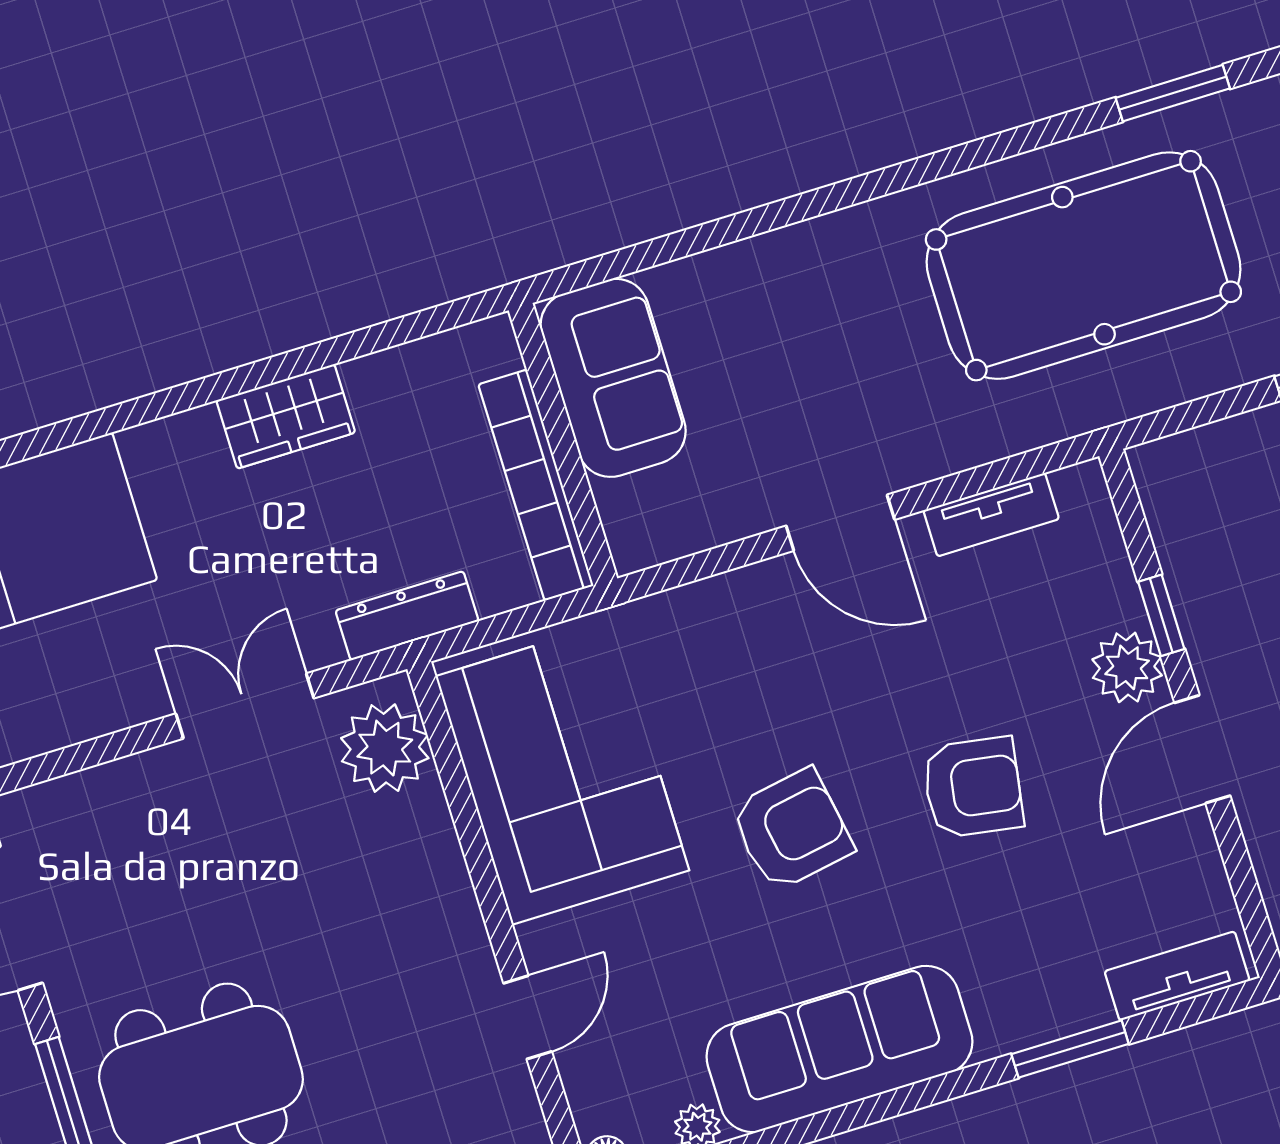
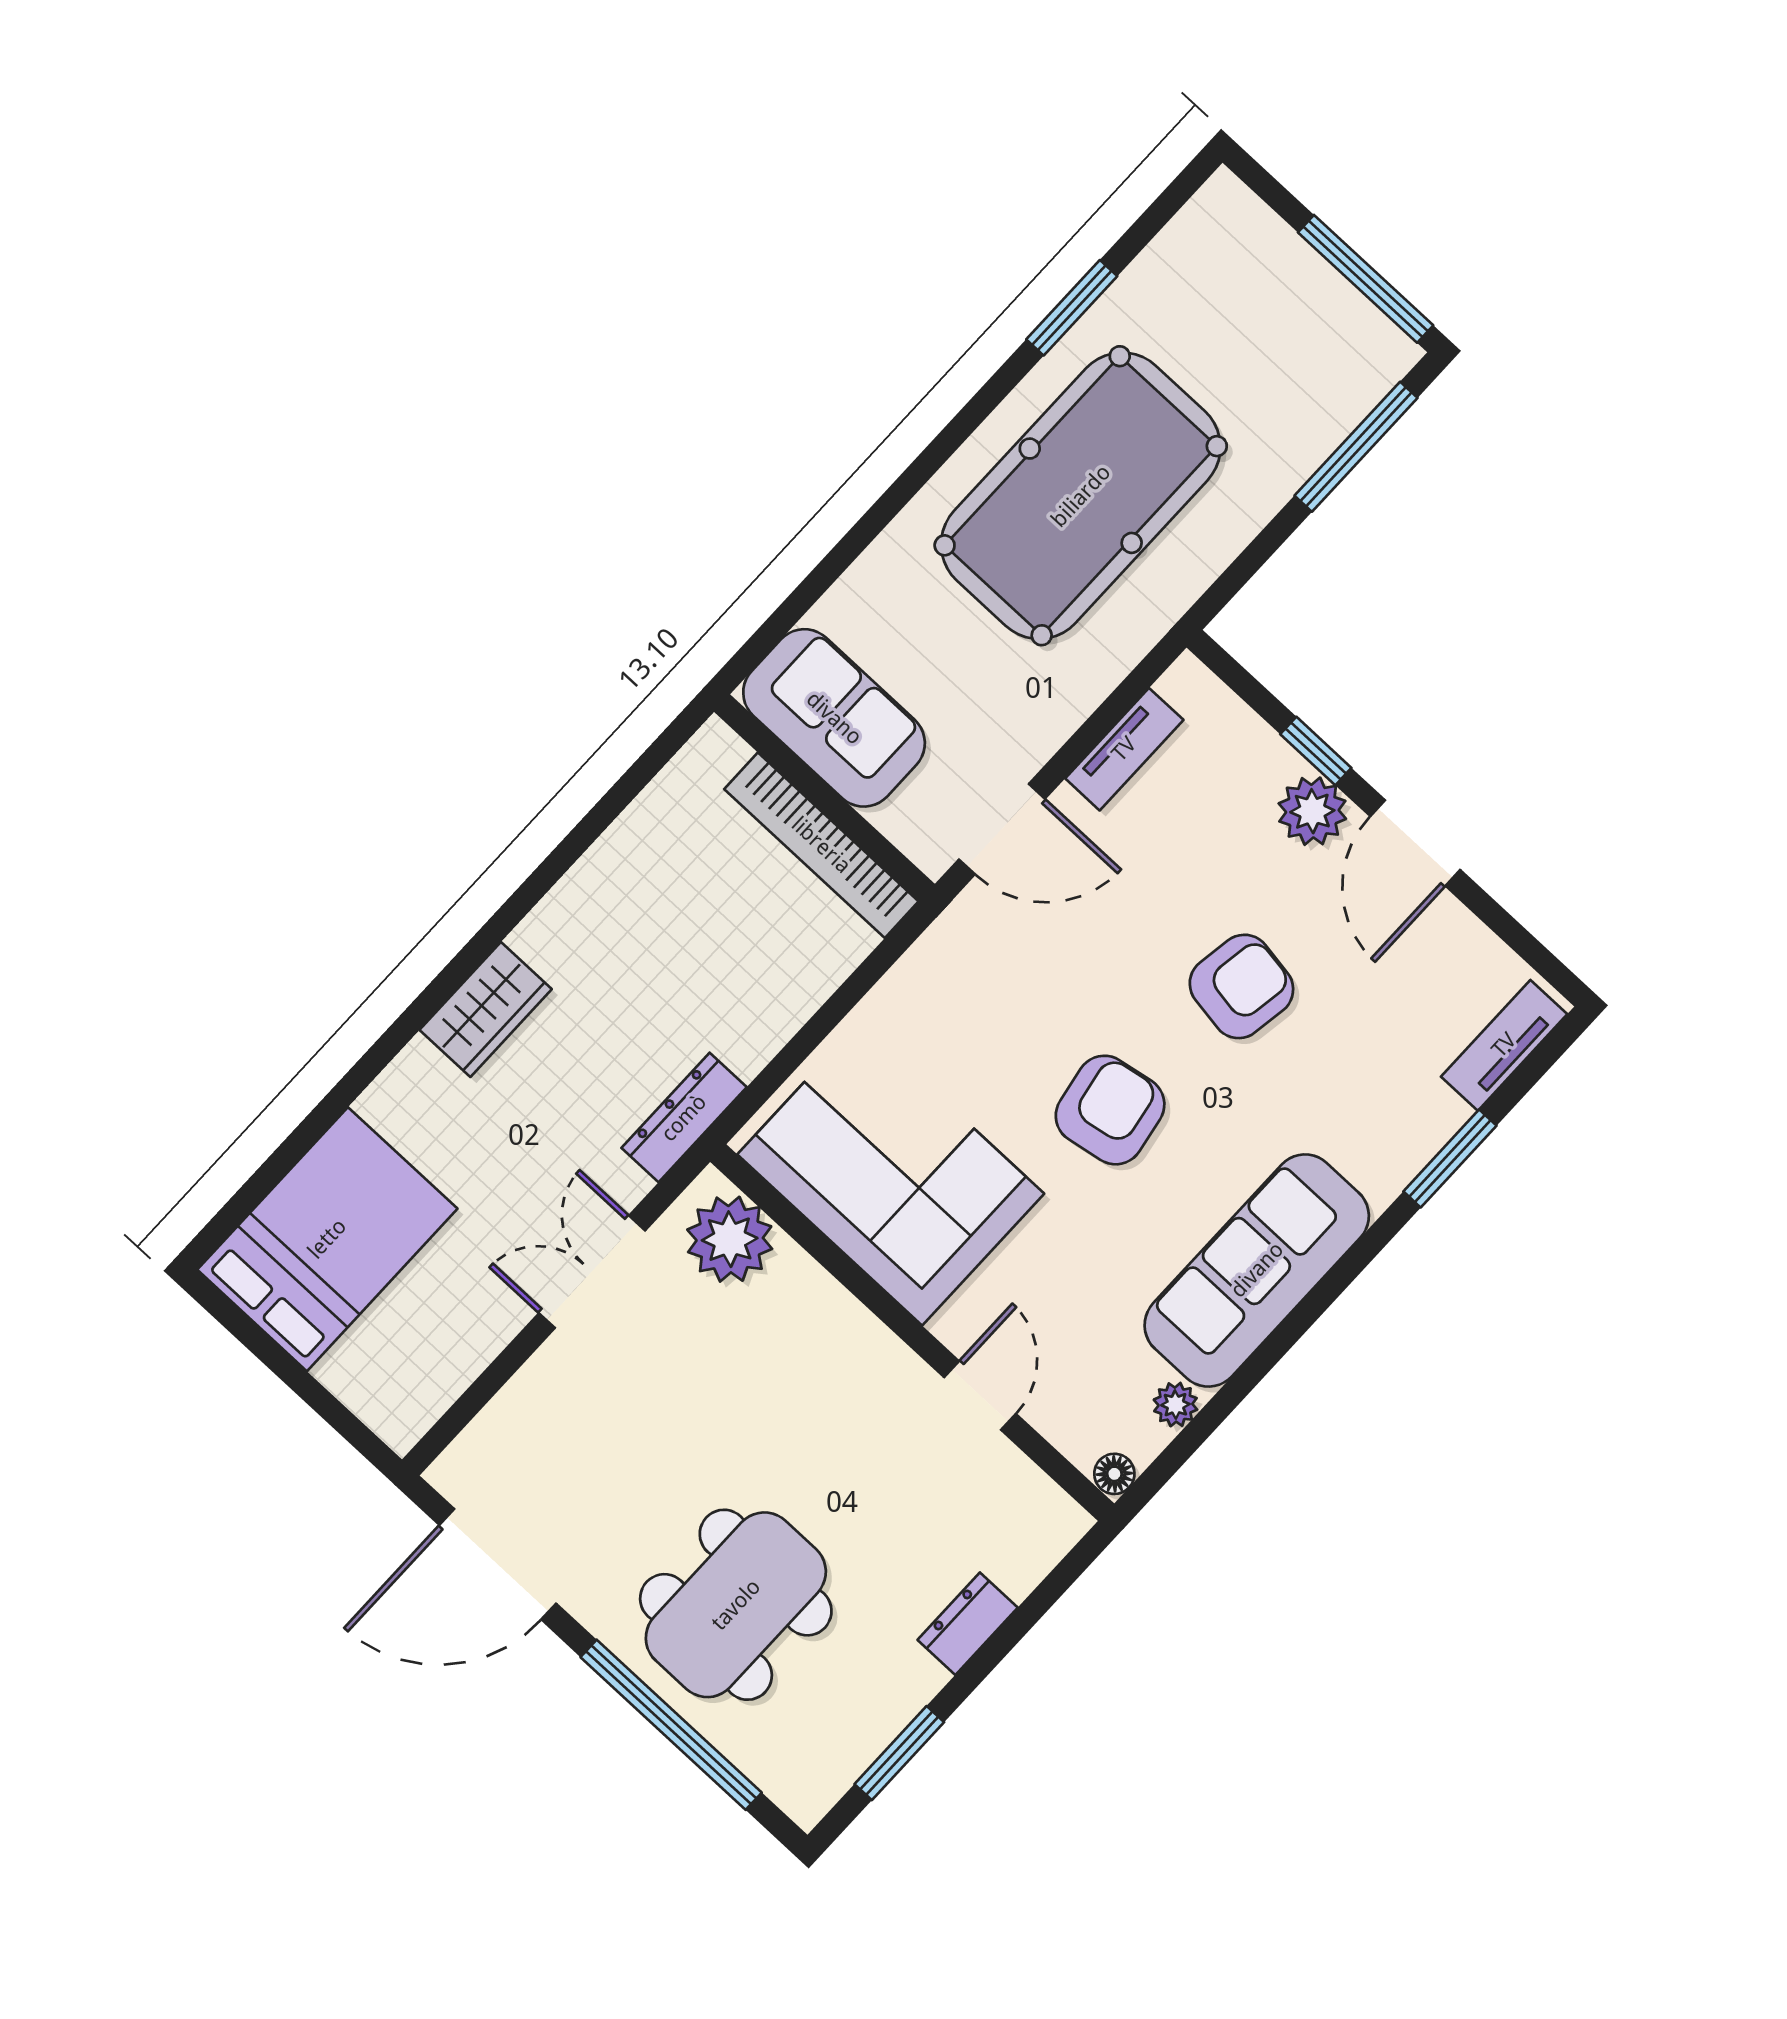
sofa: (613, 378) -> (834, 718), moved
wall: (563, 444) -> (824, 798), moved
bookcase: (536, 485) -> (821, 845), moved

